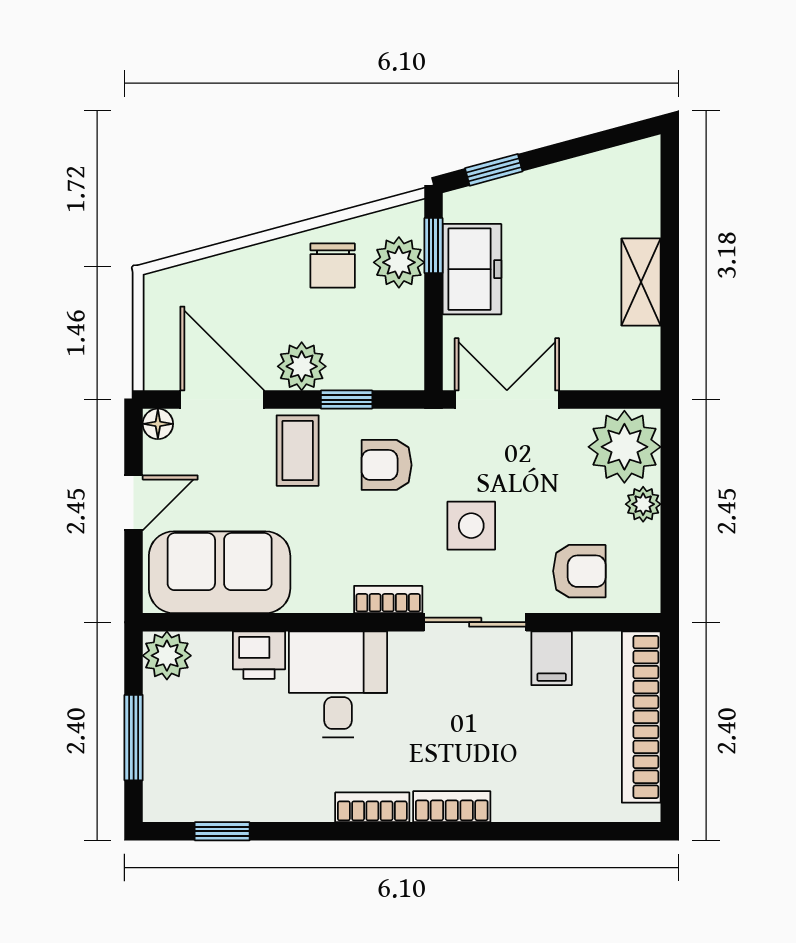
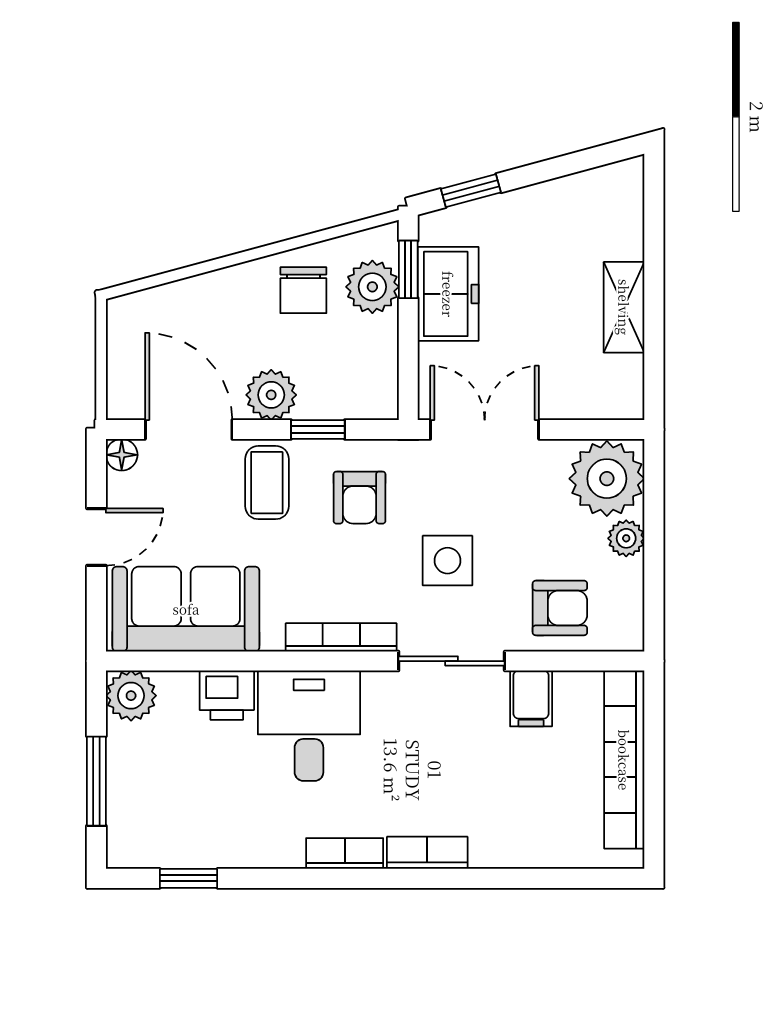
armchair: (387, 465) -> (359, 498), turned -90
bookcase: (388, 599) -> (341, 637), width x1.56

